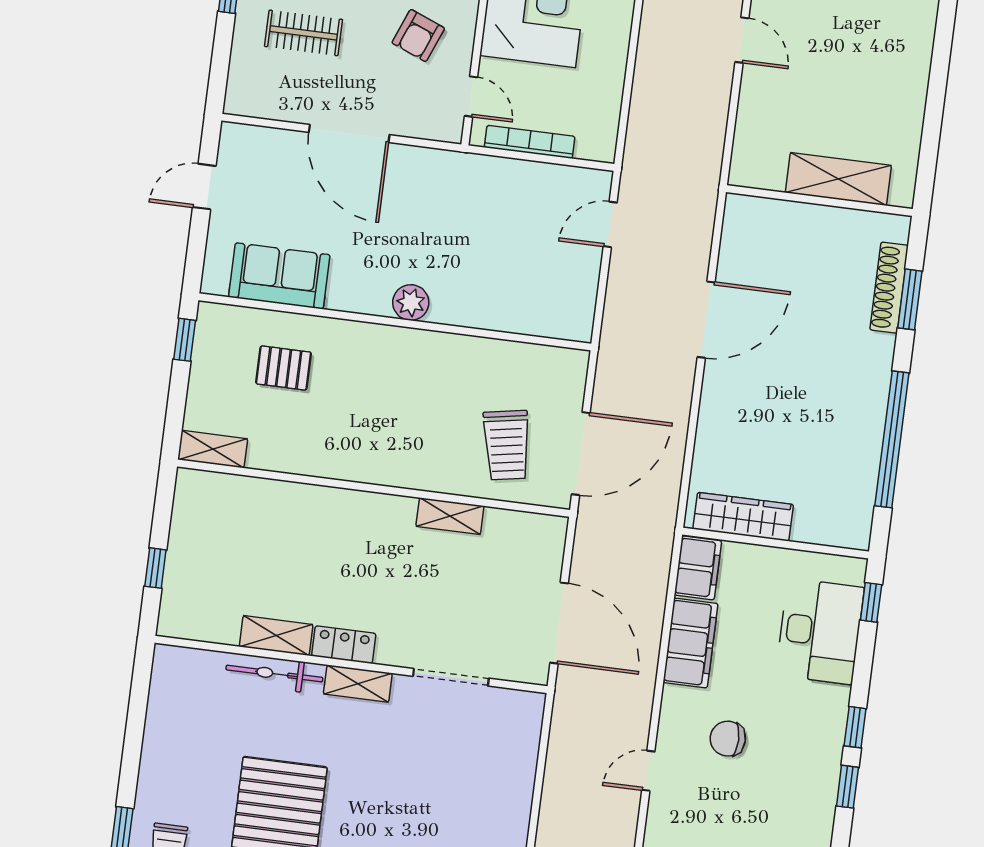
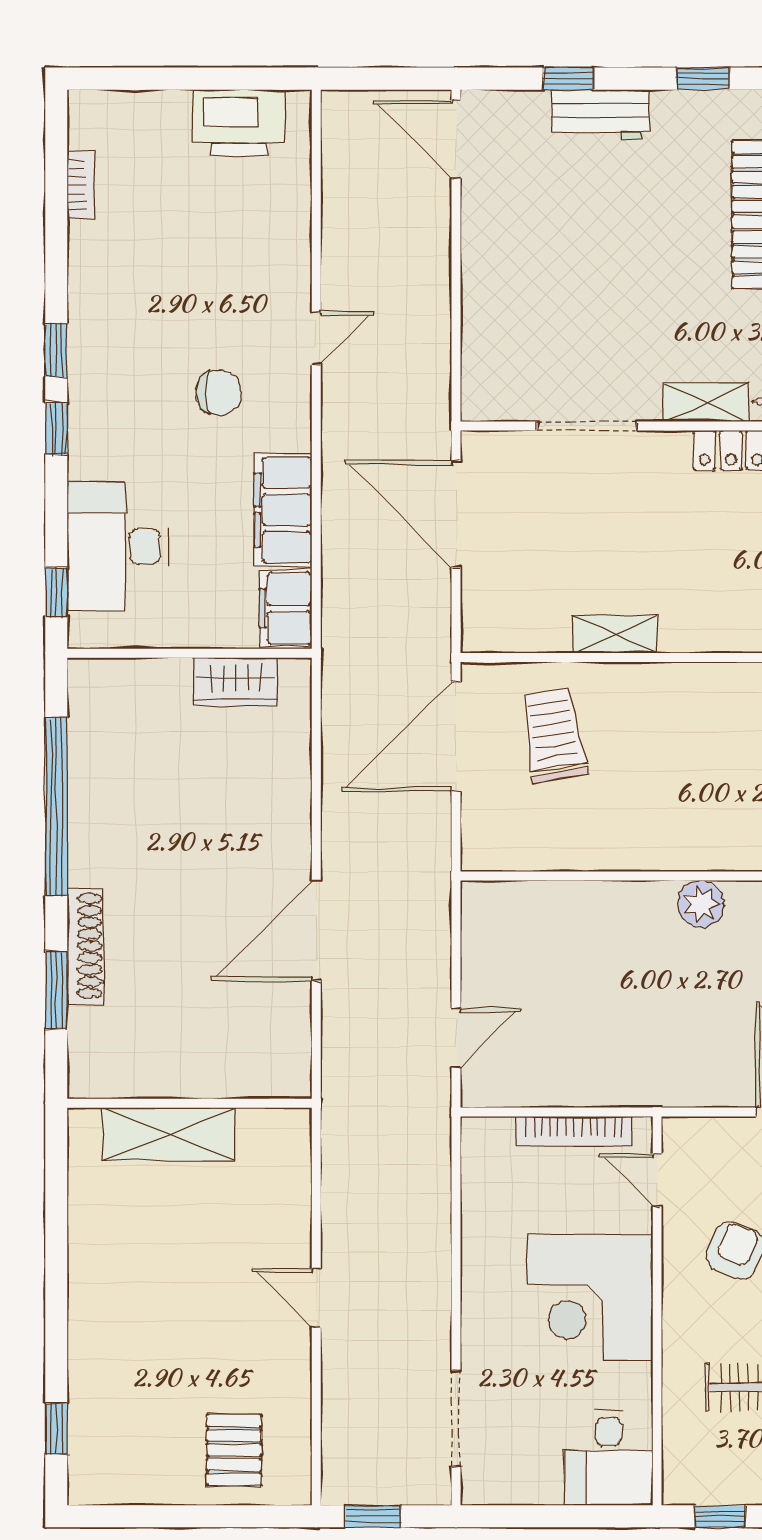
shoe rack: (889, 288) -> (85, 946), moved
wardrobe: (743, 517) -> (236, 682), width x0.67

